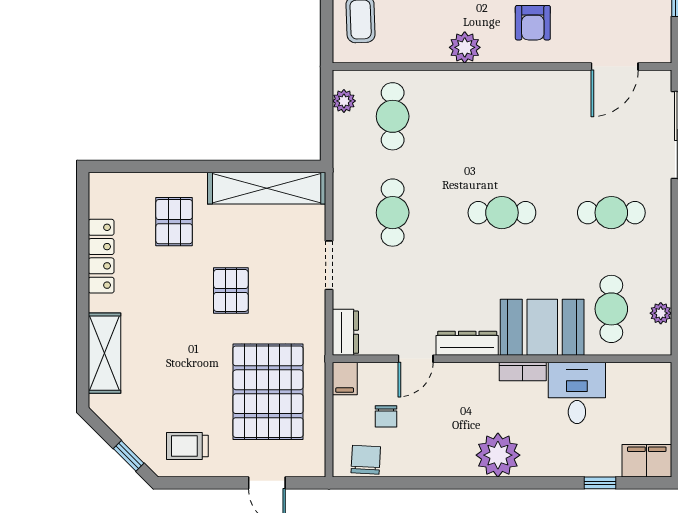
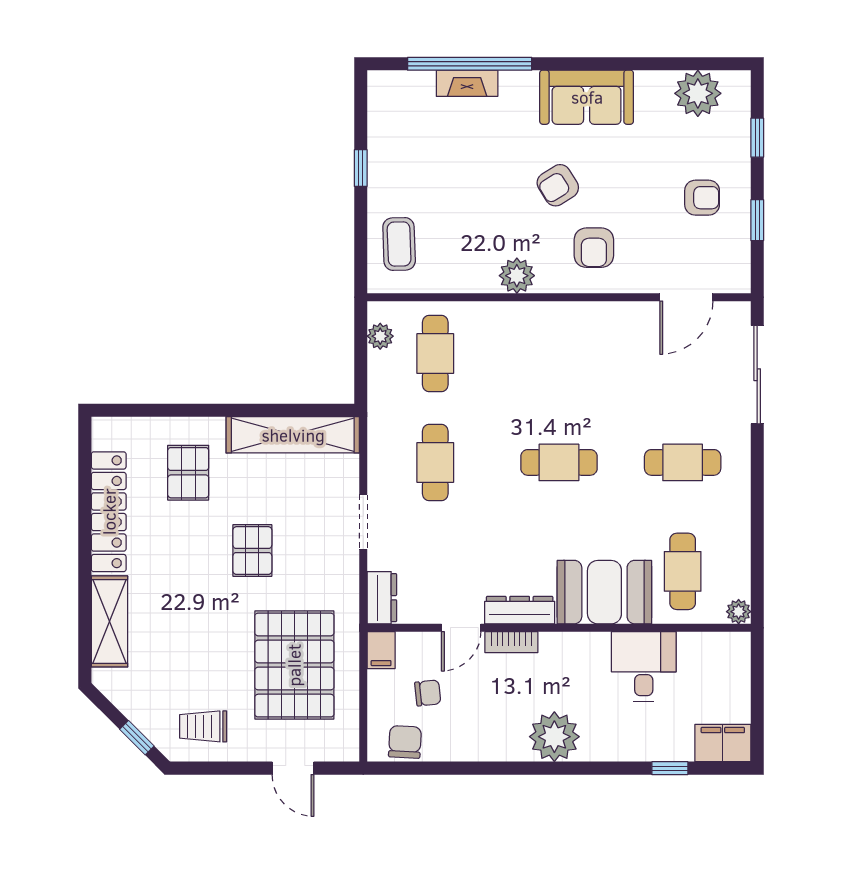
locker: (101, 256) -> (109, 512), width x1.41, depth x1.21
plant: (661, 313) -> (739, 612), moved
bookcase: (523, 371) -> (511, 642), moved
chair: (386, 416) -> (428, 693), turned -96

